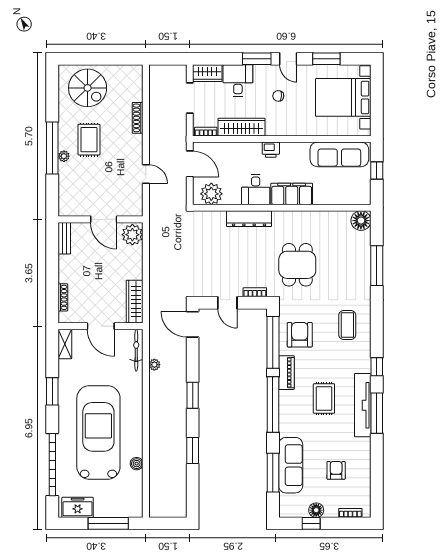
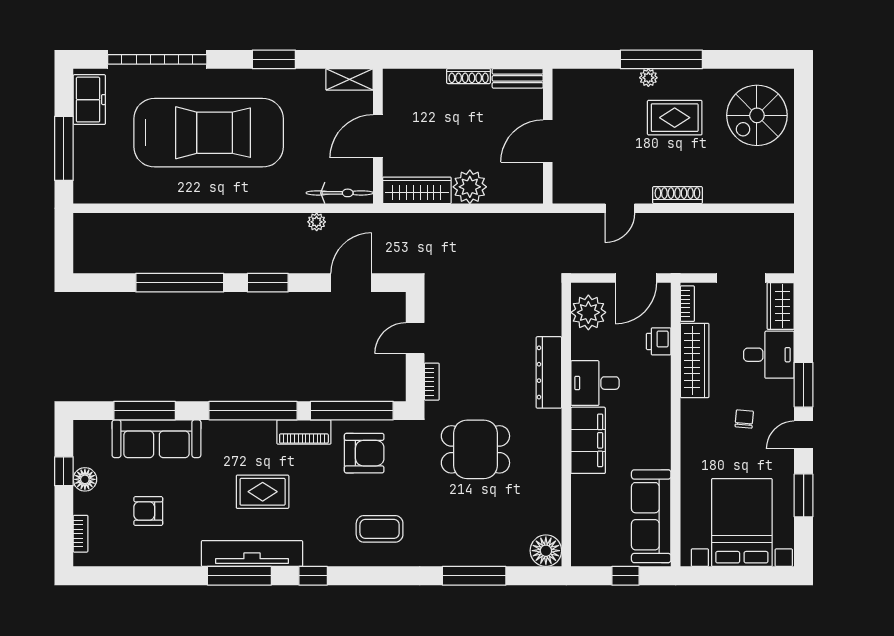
shoe rack: (138, 118) -> (677, 195), moved
printer: (271, 150) -> (659, 341), moved
plant: (132, 235) -> (470, 187), moved
shoe rack: (63, 297) -> (469, 76), moved
door: (193, 324) -> (351, 283), moved
window: (193, 451) -> (180, 283), width x2.11
boiler: (137, 464) -> (159, 193), removed
armchair: (336, 470) -> (148, 511), turned 180

